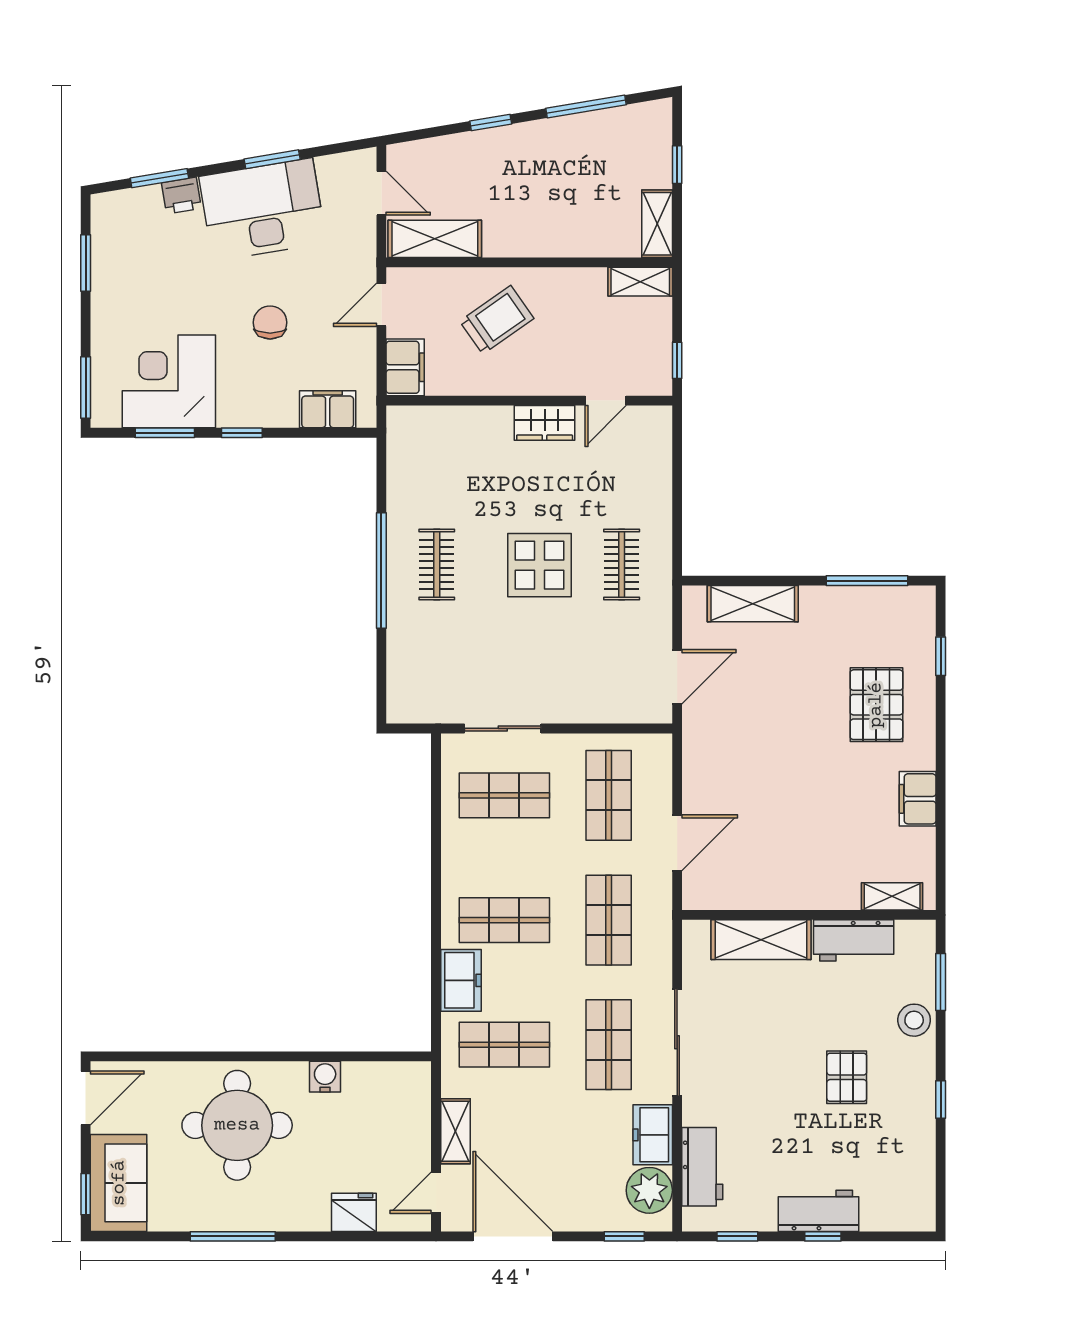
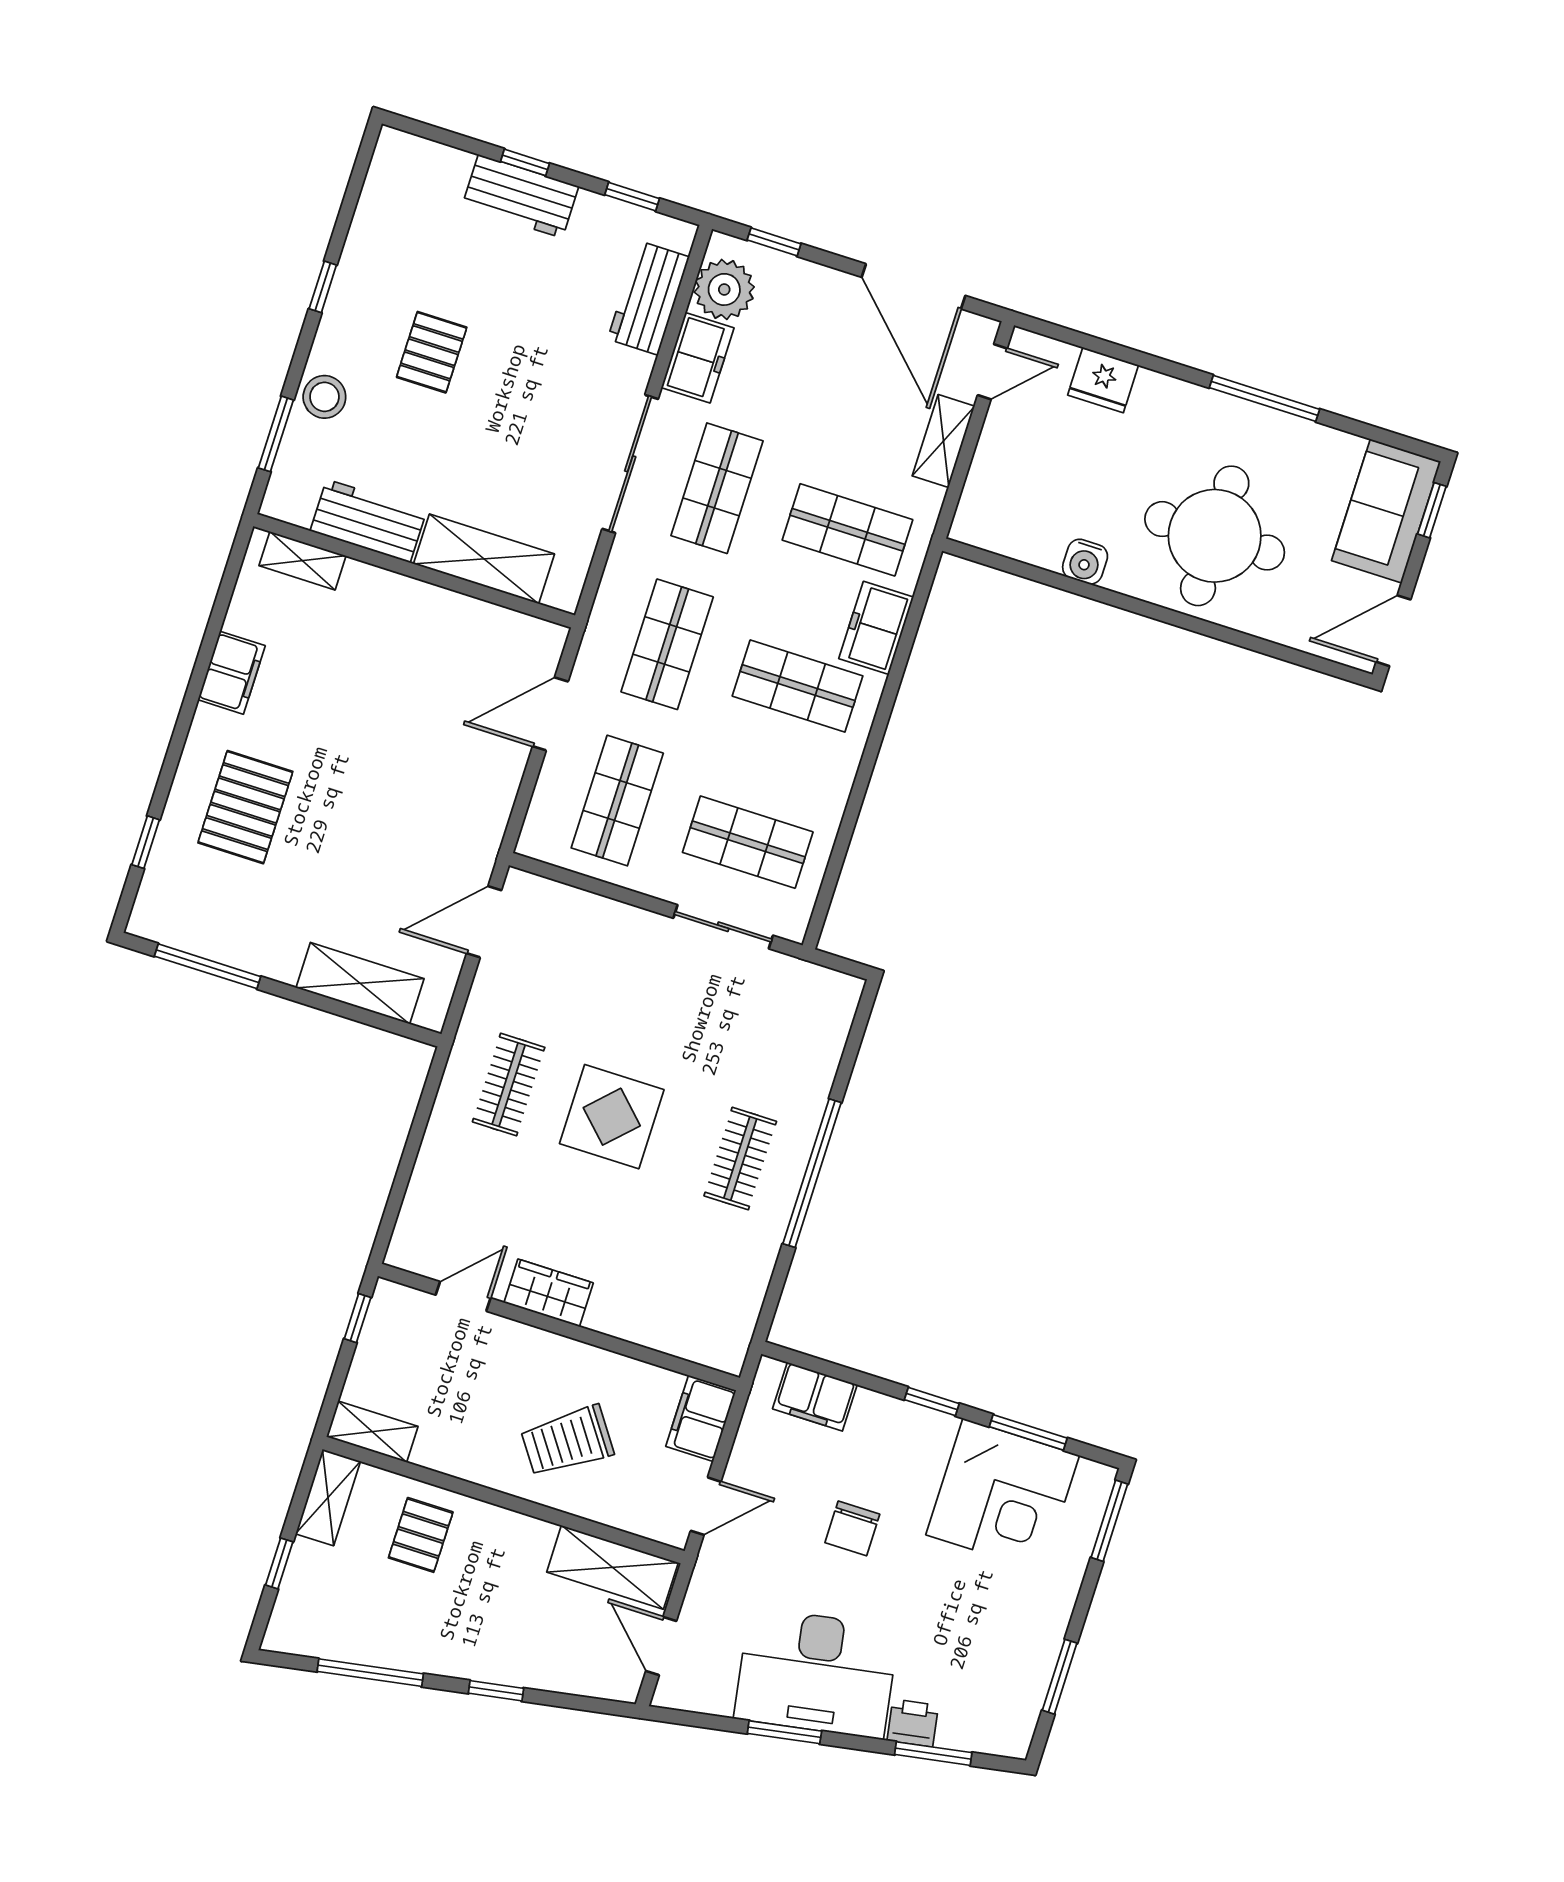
pallet: (581, 218) -> (421, 1535), added

